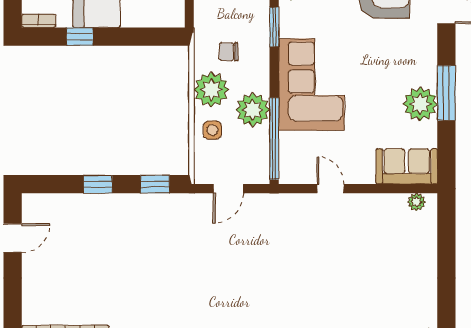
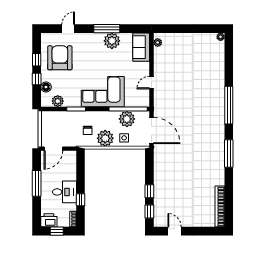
plant: (253, 110) -> (127, 119), moved
window: (155, 184) -> (149, 212), moved
door: (228, 189) -> (151, 130), width x1.87

